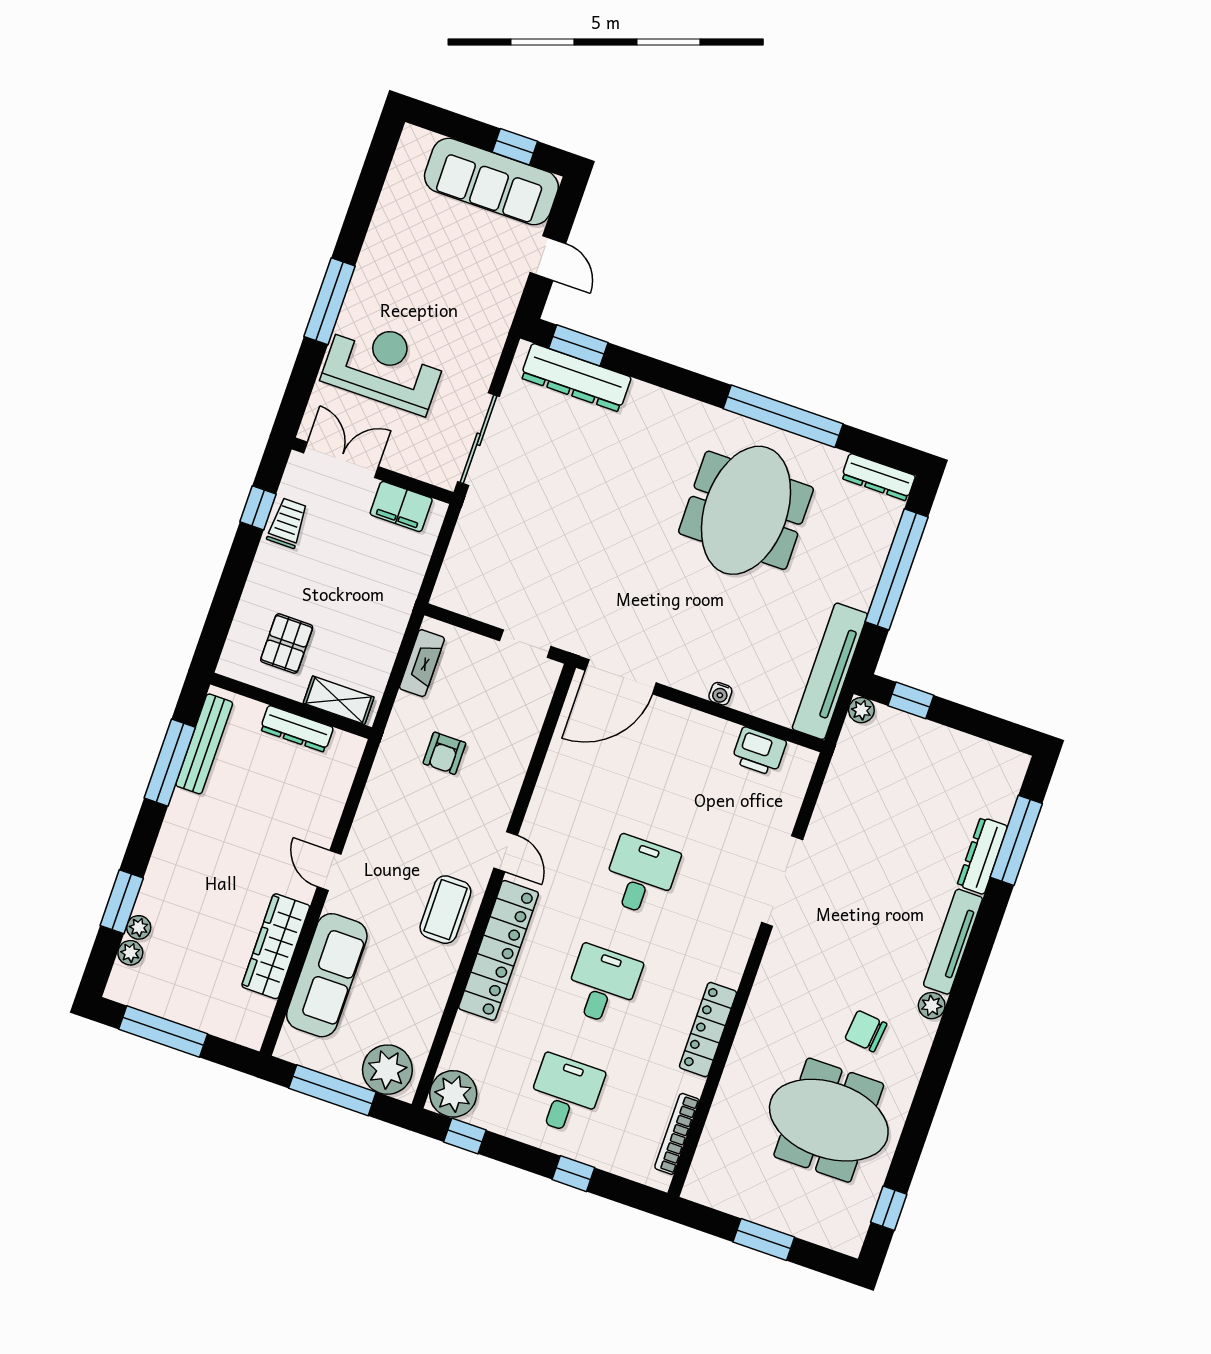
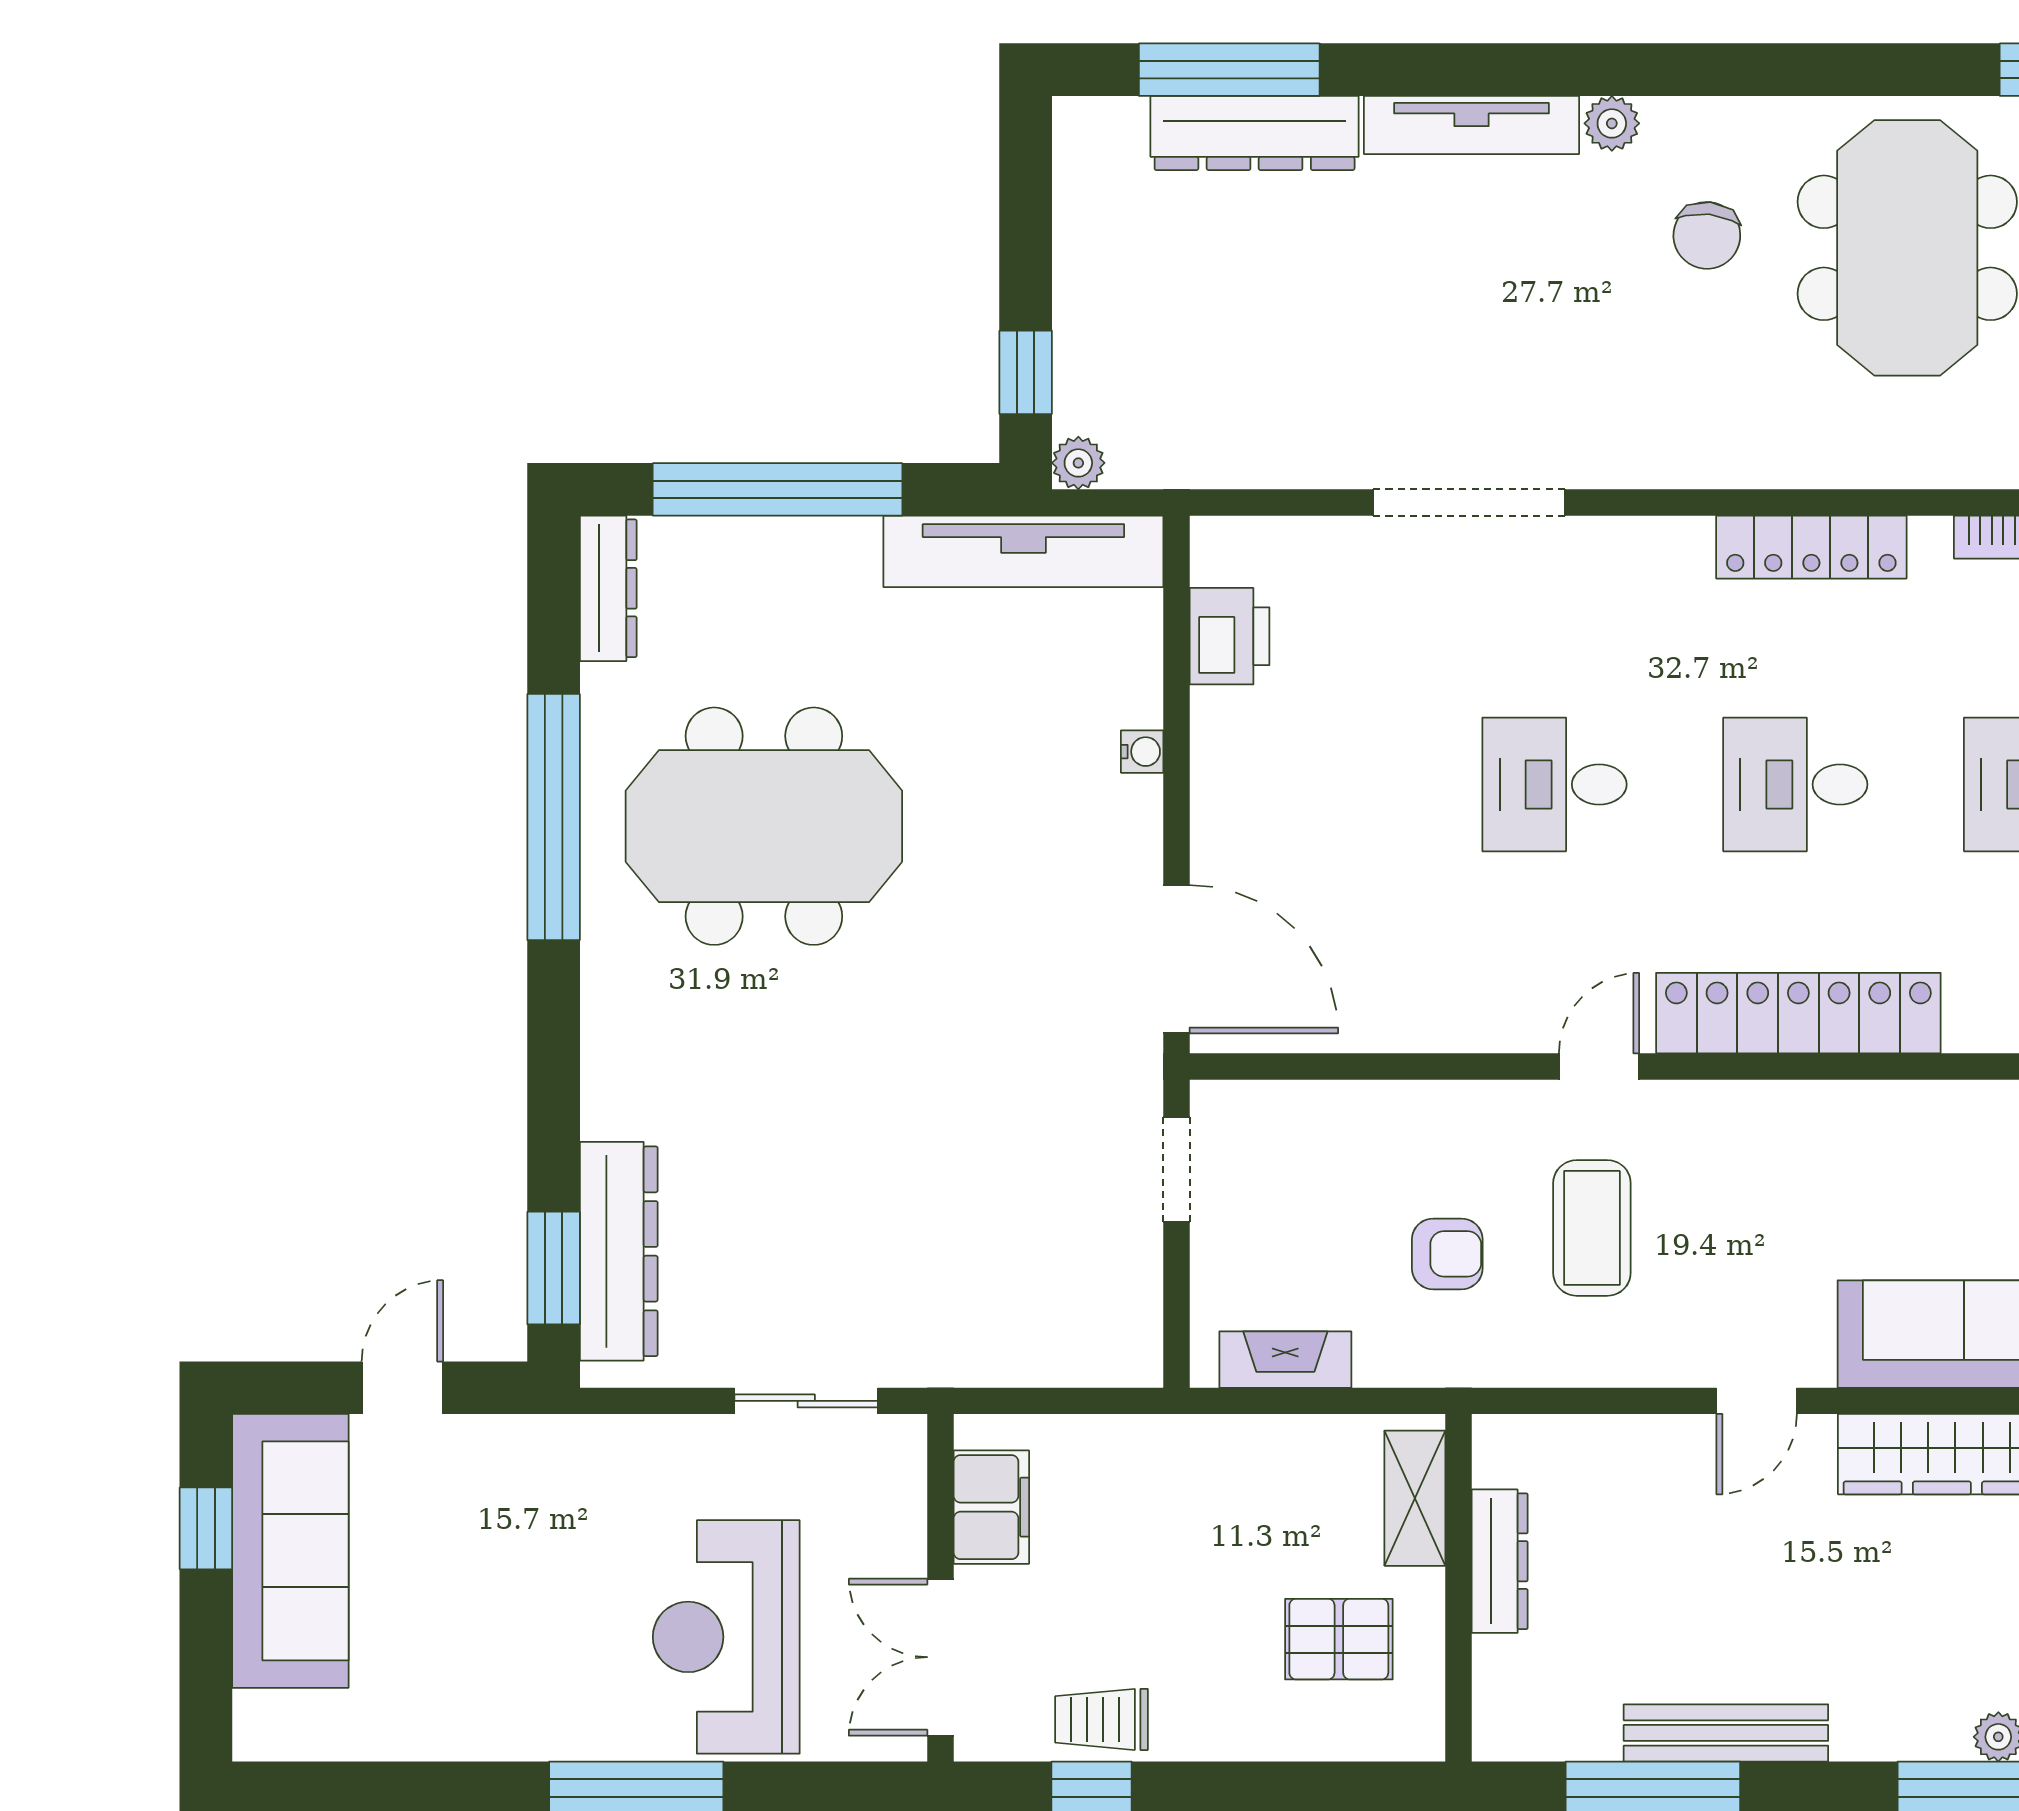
sliding door: (478, 439) -> (806, 1401), width x0.73
bench: (204, 744) -> (1726, 1733), moved
dresser: (982, 856) -> (1255, 133), width x1.37, depth x1.24
coffee table: (445, 910) -> (1592, 1228), moved, turned 90

